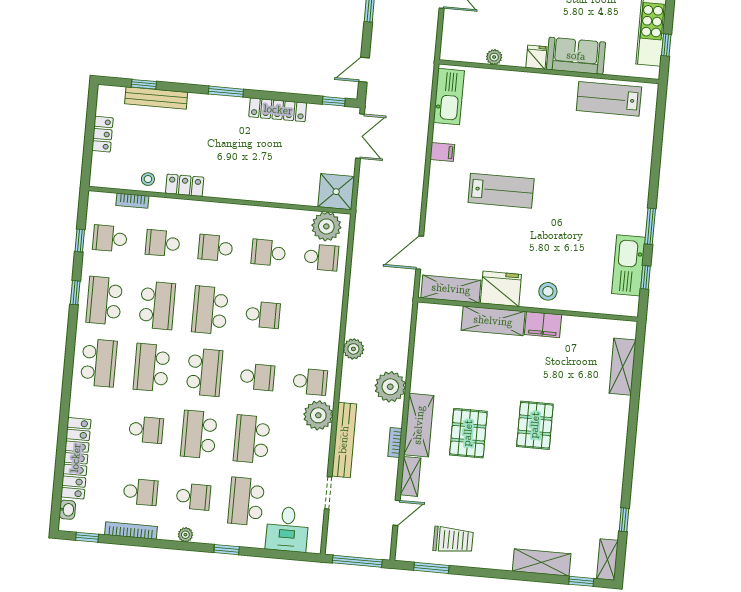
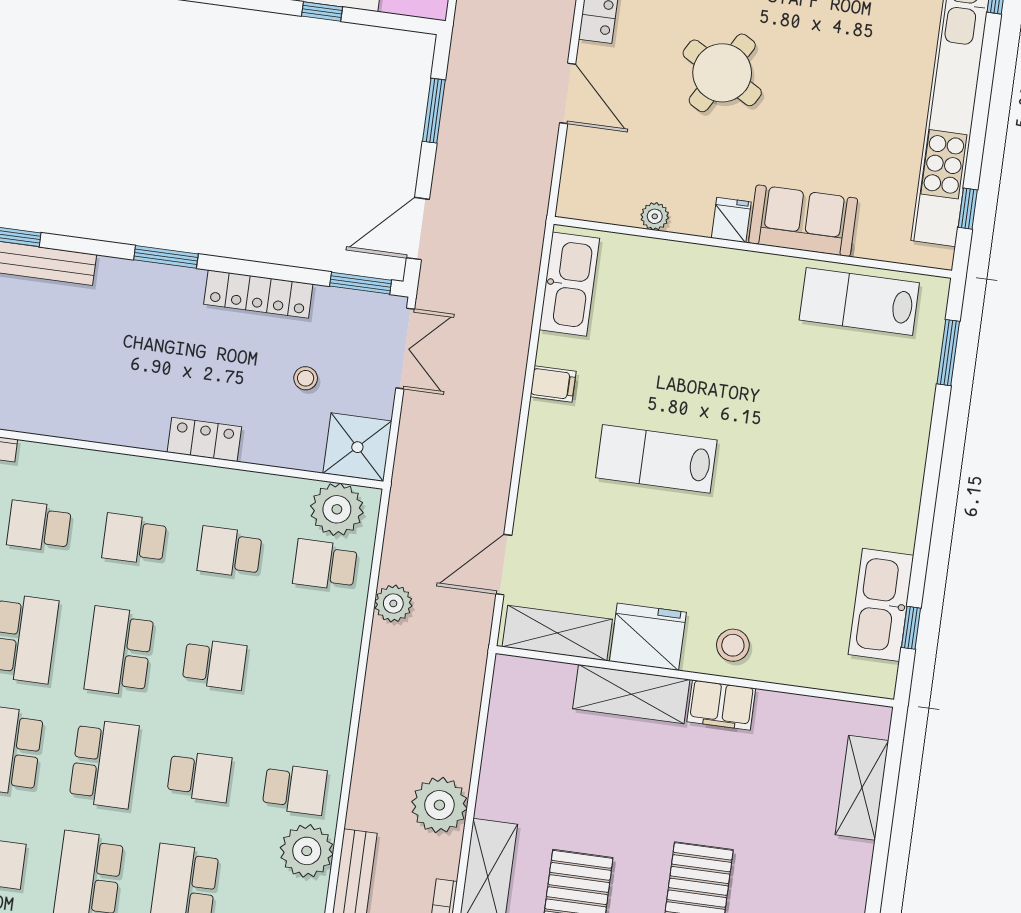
door: (364, 70) -> (418, 229), width x1.38
window: (334, 101) -> (361, 283), width x1.50
stool: (148, 179) -> (306, 378), moved
locker: (185, 185) -> (204, 439), moved
lab bench: (501, 191) -> (656, 459), turned 180
window: (650, 226) -> (948, 353), moved
school desk: (321, 257) -> (325, 565), turned 180
plant: (353, 349) -> (393, 603), moved

